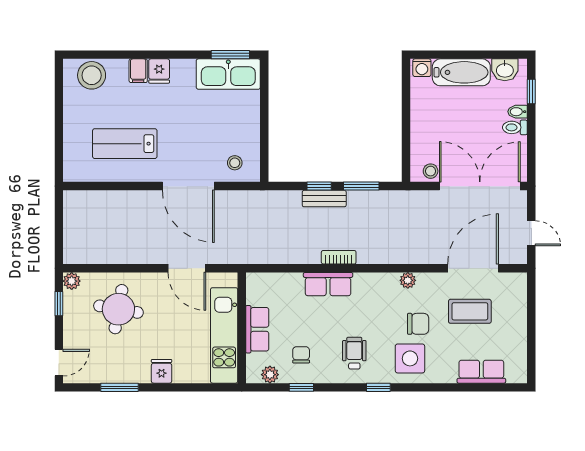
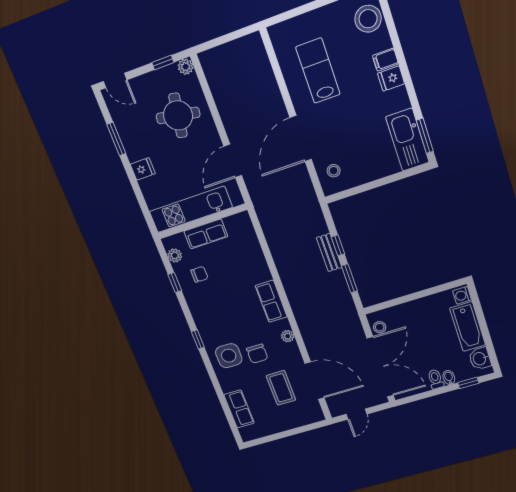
bookcase: (339, 257) -> (286, 279), removed
row of seats: (328, 284) -> (271, 301), moved
wheelchair: (354, 353) -> (217, 314), removed

